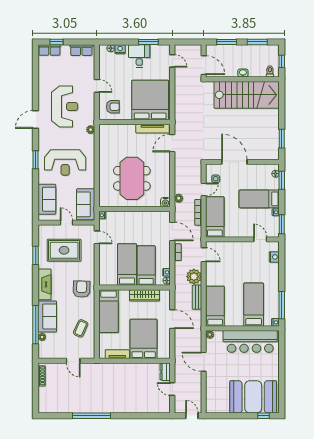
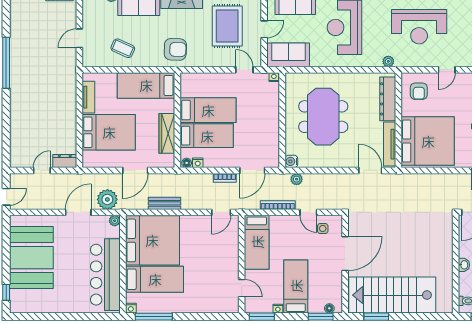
stairs: (247, 95) -> (392, 295), moved, turned 90
dresser: (119, 130) -> (388, 99), added
meeting table: (132, 178) -> (323, 117), turned 90
bed: (215, 217) -> (257, 242), moved, turned 90
door: (97, 237) -> (244, 70), swing flipped
door: (260, 239) -> (242, 288), hinge flipped
nightstand: (274, 257) -> (218, 307), removed
plant: (194, 277) -> (107, 199), moved
bed: (215, 306) -> (152, 240), width x2.04
booth: (253, 397) -> (31, 258), moved

